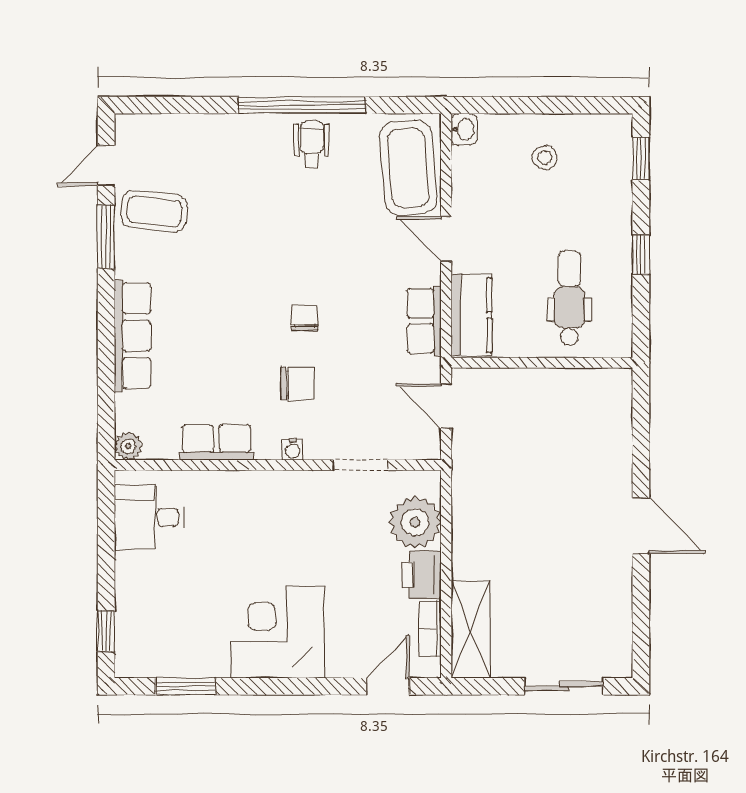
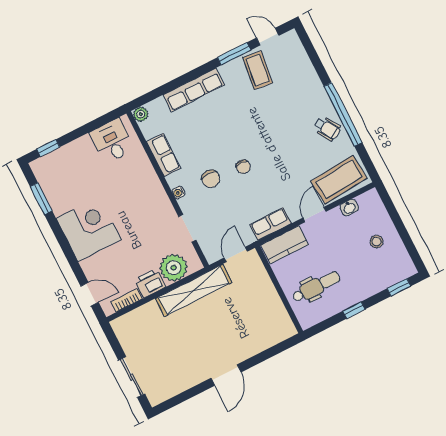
washbasin: (464, 129) -> (349, 207), moved
wheelchair: (312, 144) -> (327, 128), turned 58
chair: (305, 318) -> (243, 167), turned 90
shelving: (471, 629) -> (194, 290), moved, width x1.47

